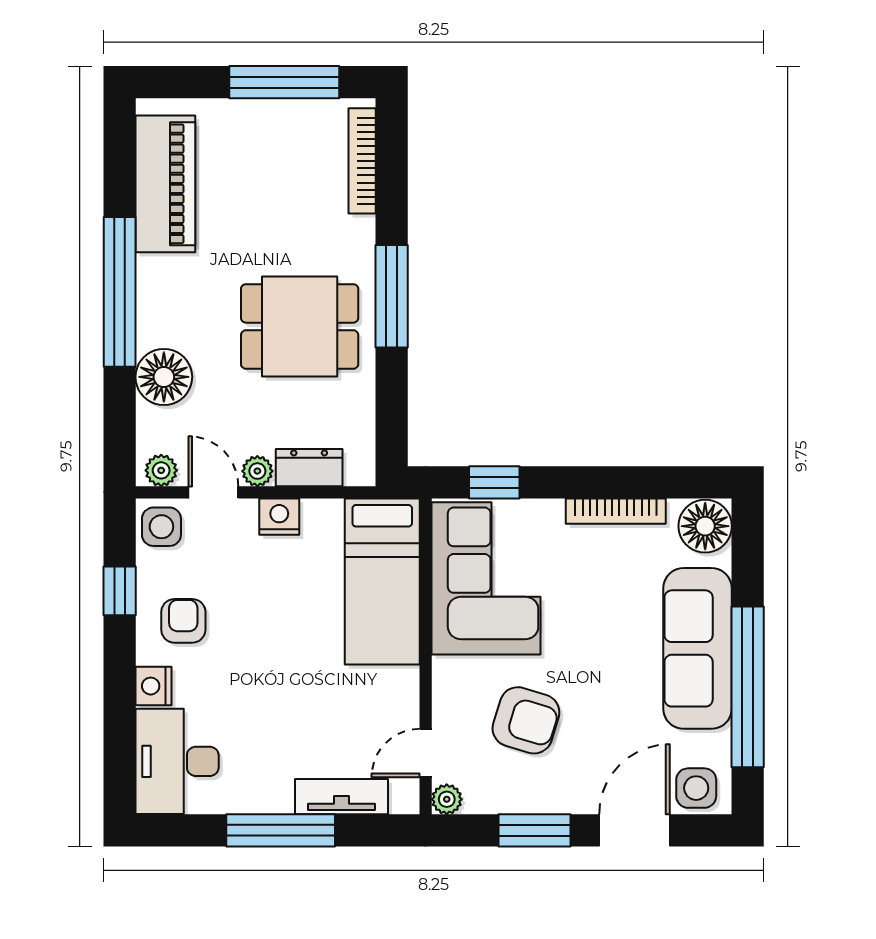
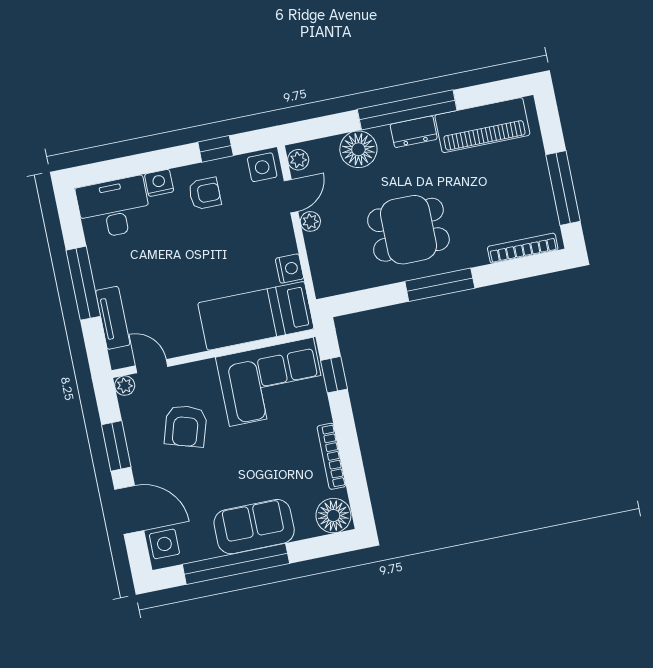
dining table: (300, 326) -> (408, 230), turned 90
dresser: (309, 468) -> (414, 132), moved, turned 90
nightstand: (279, 517) -> (290, 269), moved
sofa: (697, 648) -> (254, 527), width x0.73

